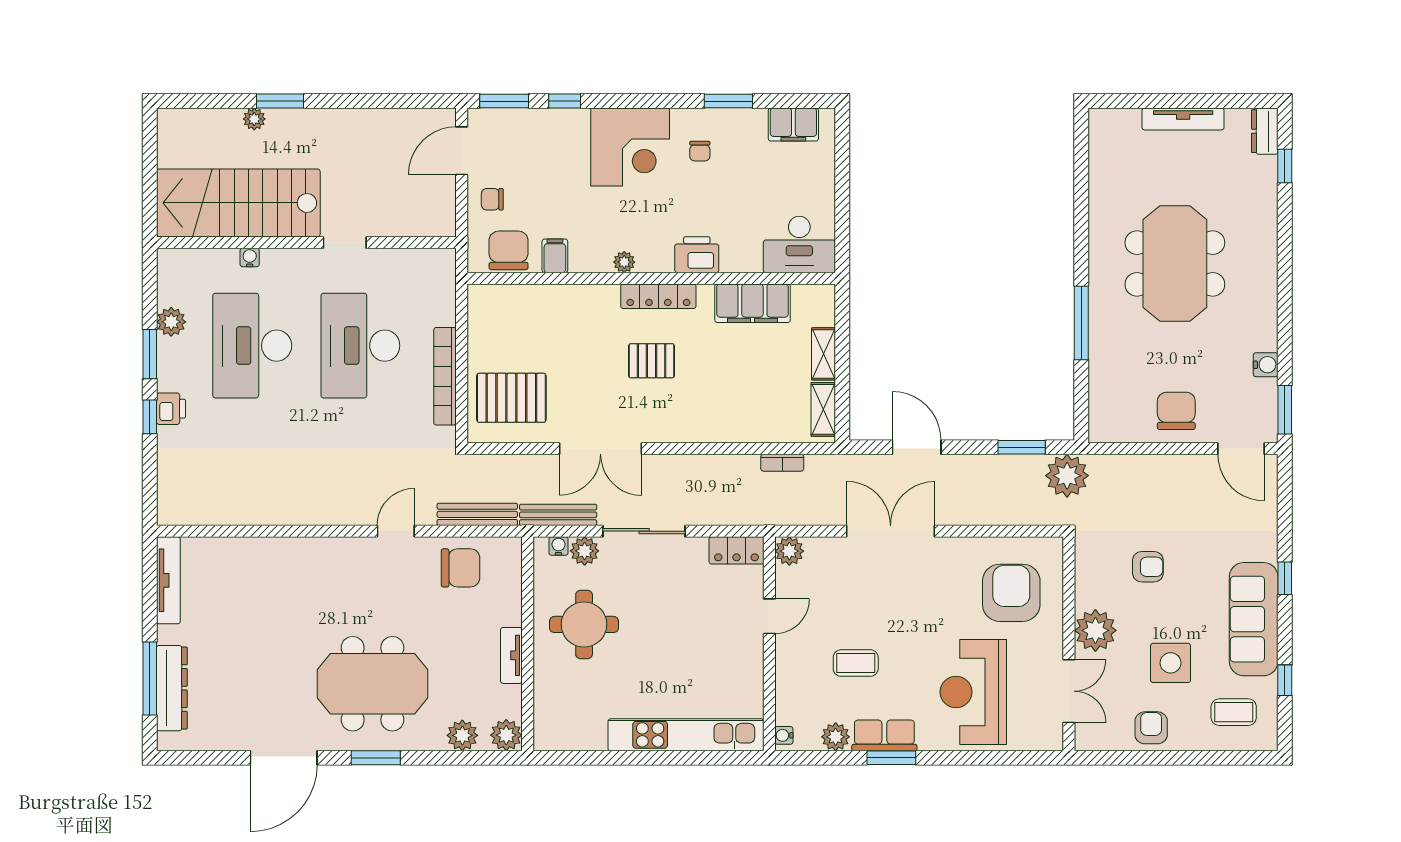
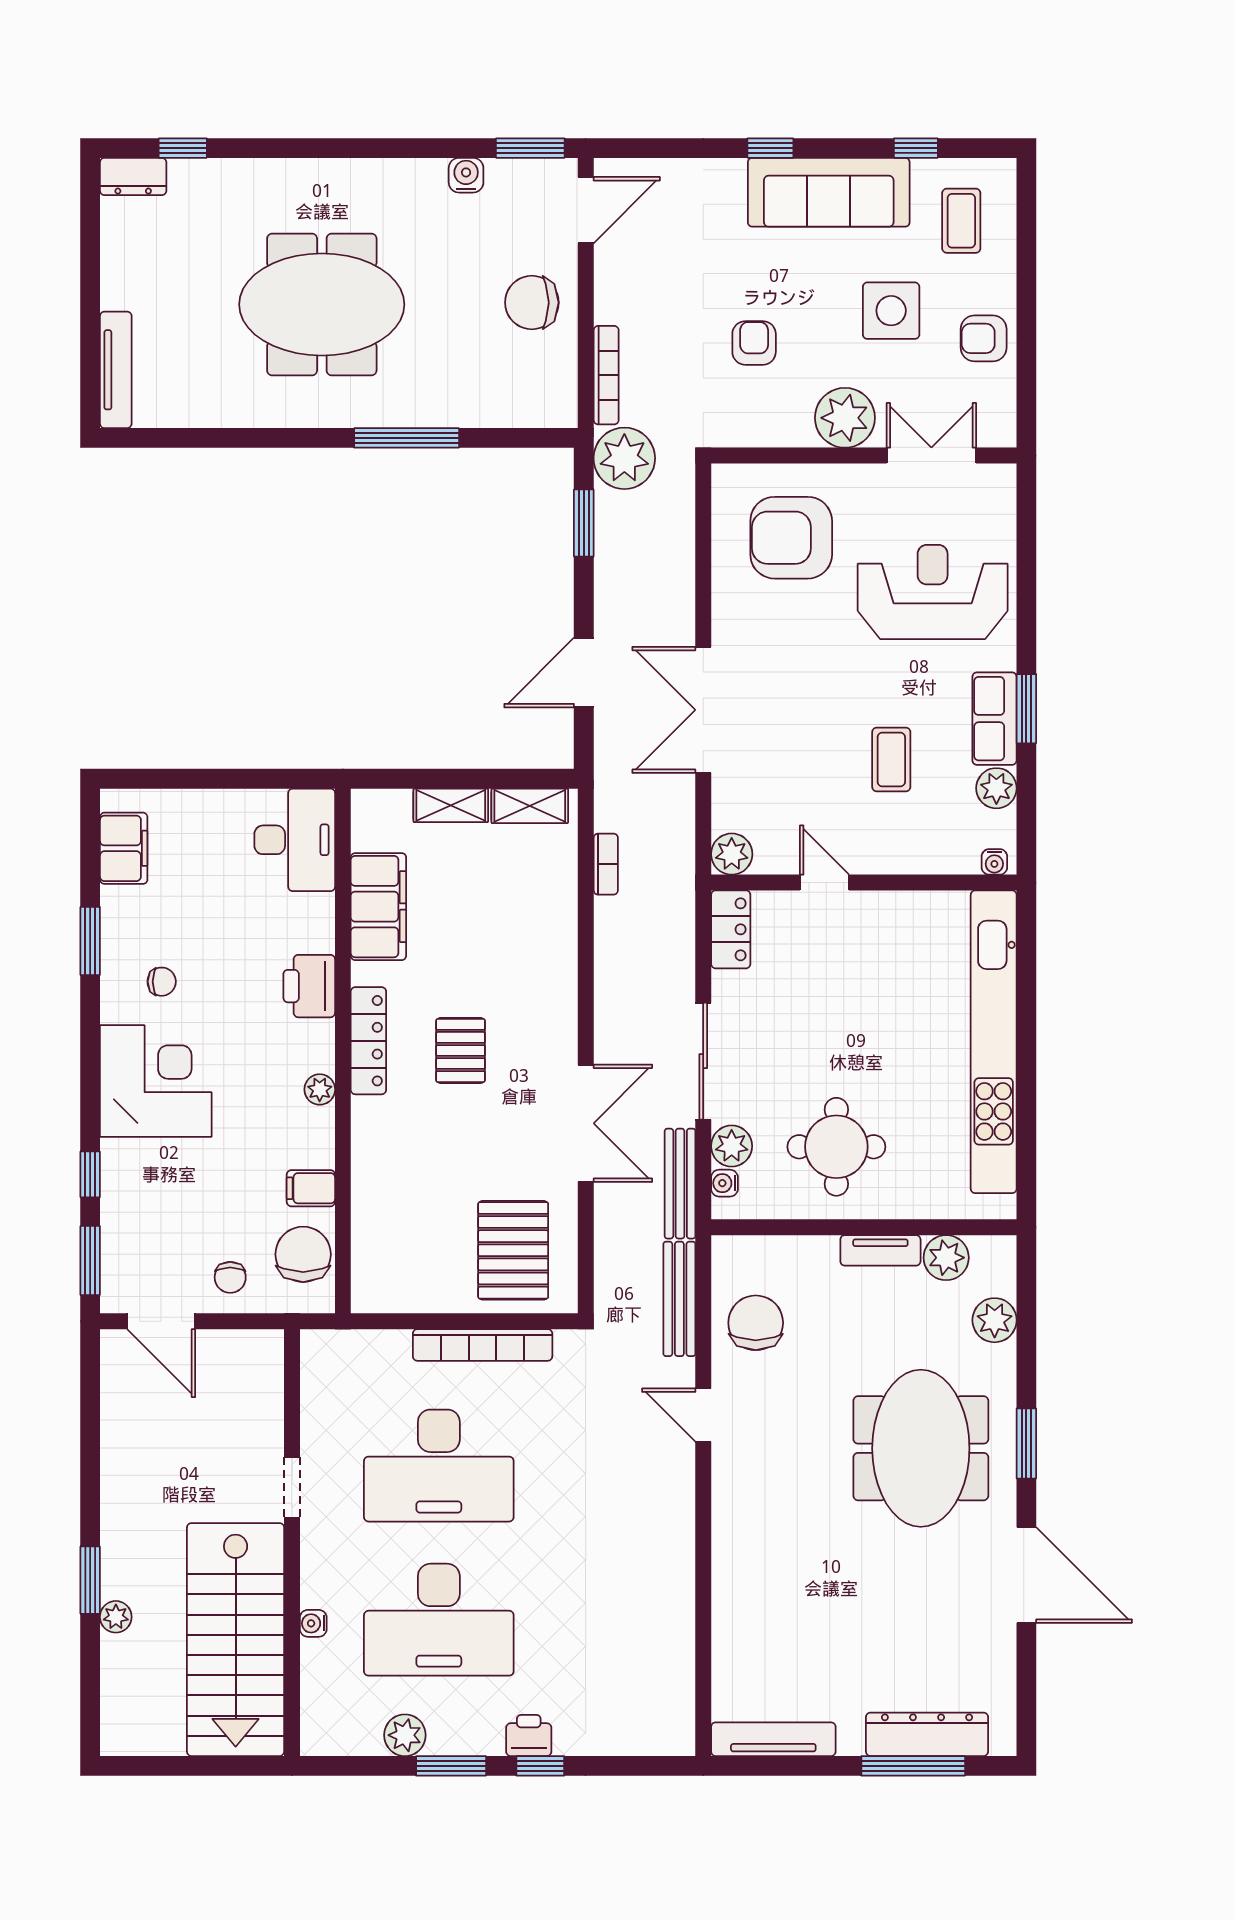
tv unit: (1183, 119) -> (116, 370), moved
chair: (509, 250) -> (303, 1254), turned 90
bookcase: (1125, 463) -> (606, 375), added
reception desk: (973, 692) -> (933, 592), turned 180
plant: (506, 735) -> (946, 1258), moved
kitchen unit: (686, 735) -> (994, 1042), width x1.36

